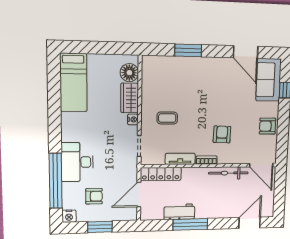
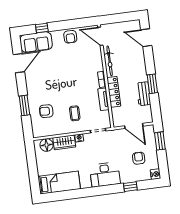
armchair: (222, 134) -> (46, 111), moved
desk: (77, 162) -> (105, 175), moved
door: (261, 165) -> (100, 36), swing flipped
locker: (161, 174) -> (114, 92), moved
window: (56, 181) -> (130, 187), width x0.32
window: (190, 224) -> (152, 84), width x0.69
window: (100, 227) -> (160, 141), moved

